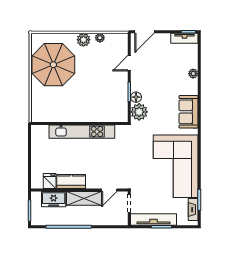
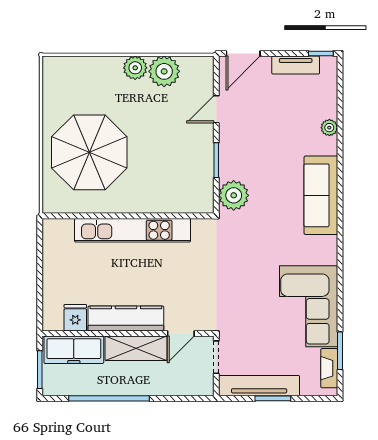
plant: (100, 38) -> (164, 71), width x1.87, depth x1.87
tv unit: (184, 38) -> (296, 65), moved
parasol: (53, 65) -> (89, 152), moved
floor lamp: (136, 97) -> (228, 169), removed
sofa: (188, 112) -> (321, 195), width x1.36
corner sofa: (176, 166) -> (309, 306), width x0.73, depth x0.74
kitchen counter: (71, 181) -> (126, 318), width x1.50
freezer: (54, 199) -> (74, 350), width x1.40

